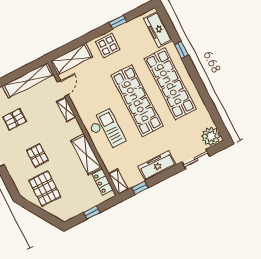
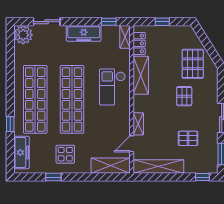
display table: (108, 45) -> (65, 154), moved

